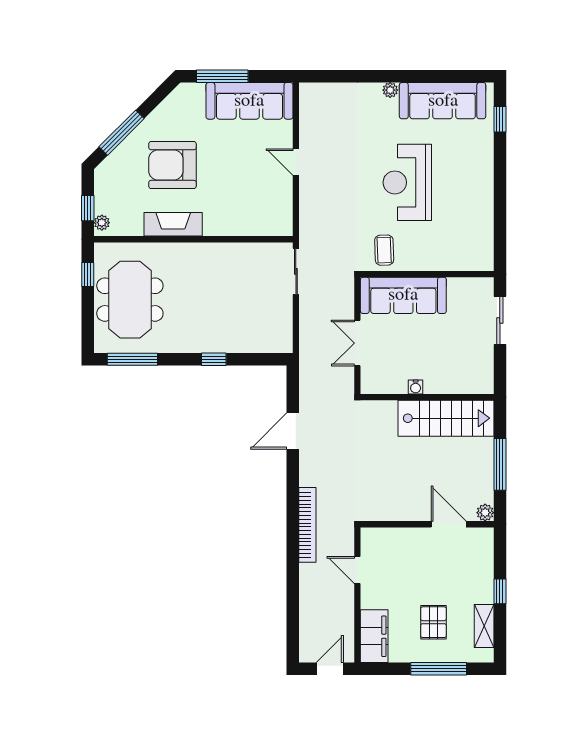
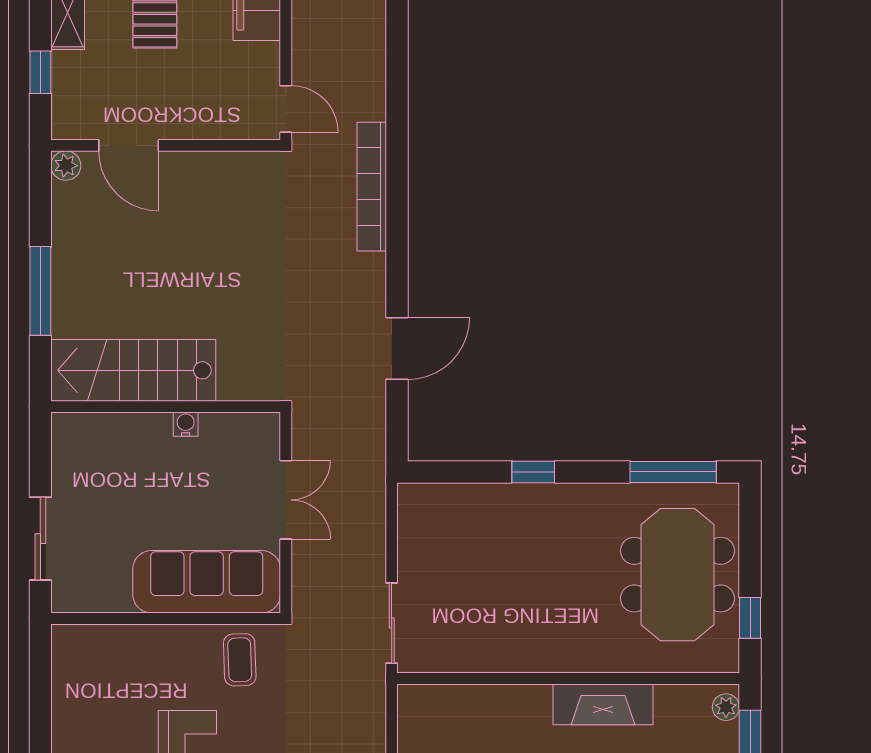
plant: (485, 513) -> (66, 166), moved
wall: (427, 524) -> (166, 145), moved
door: (449, 524) -> (129, 145), moved

